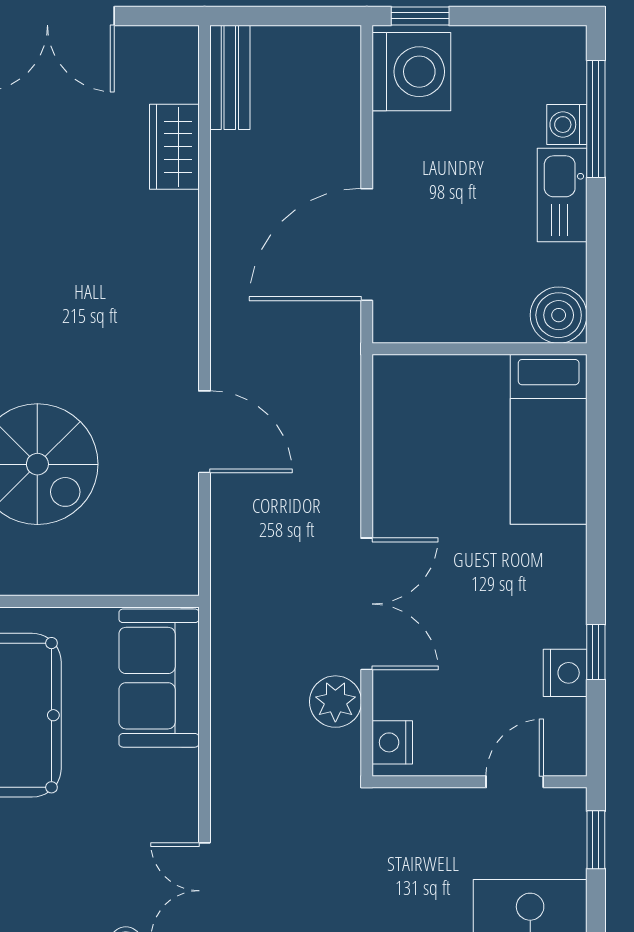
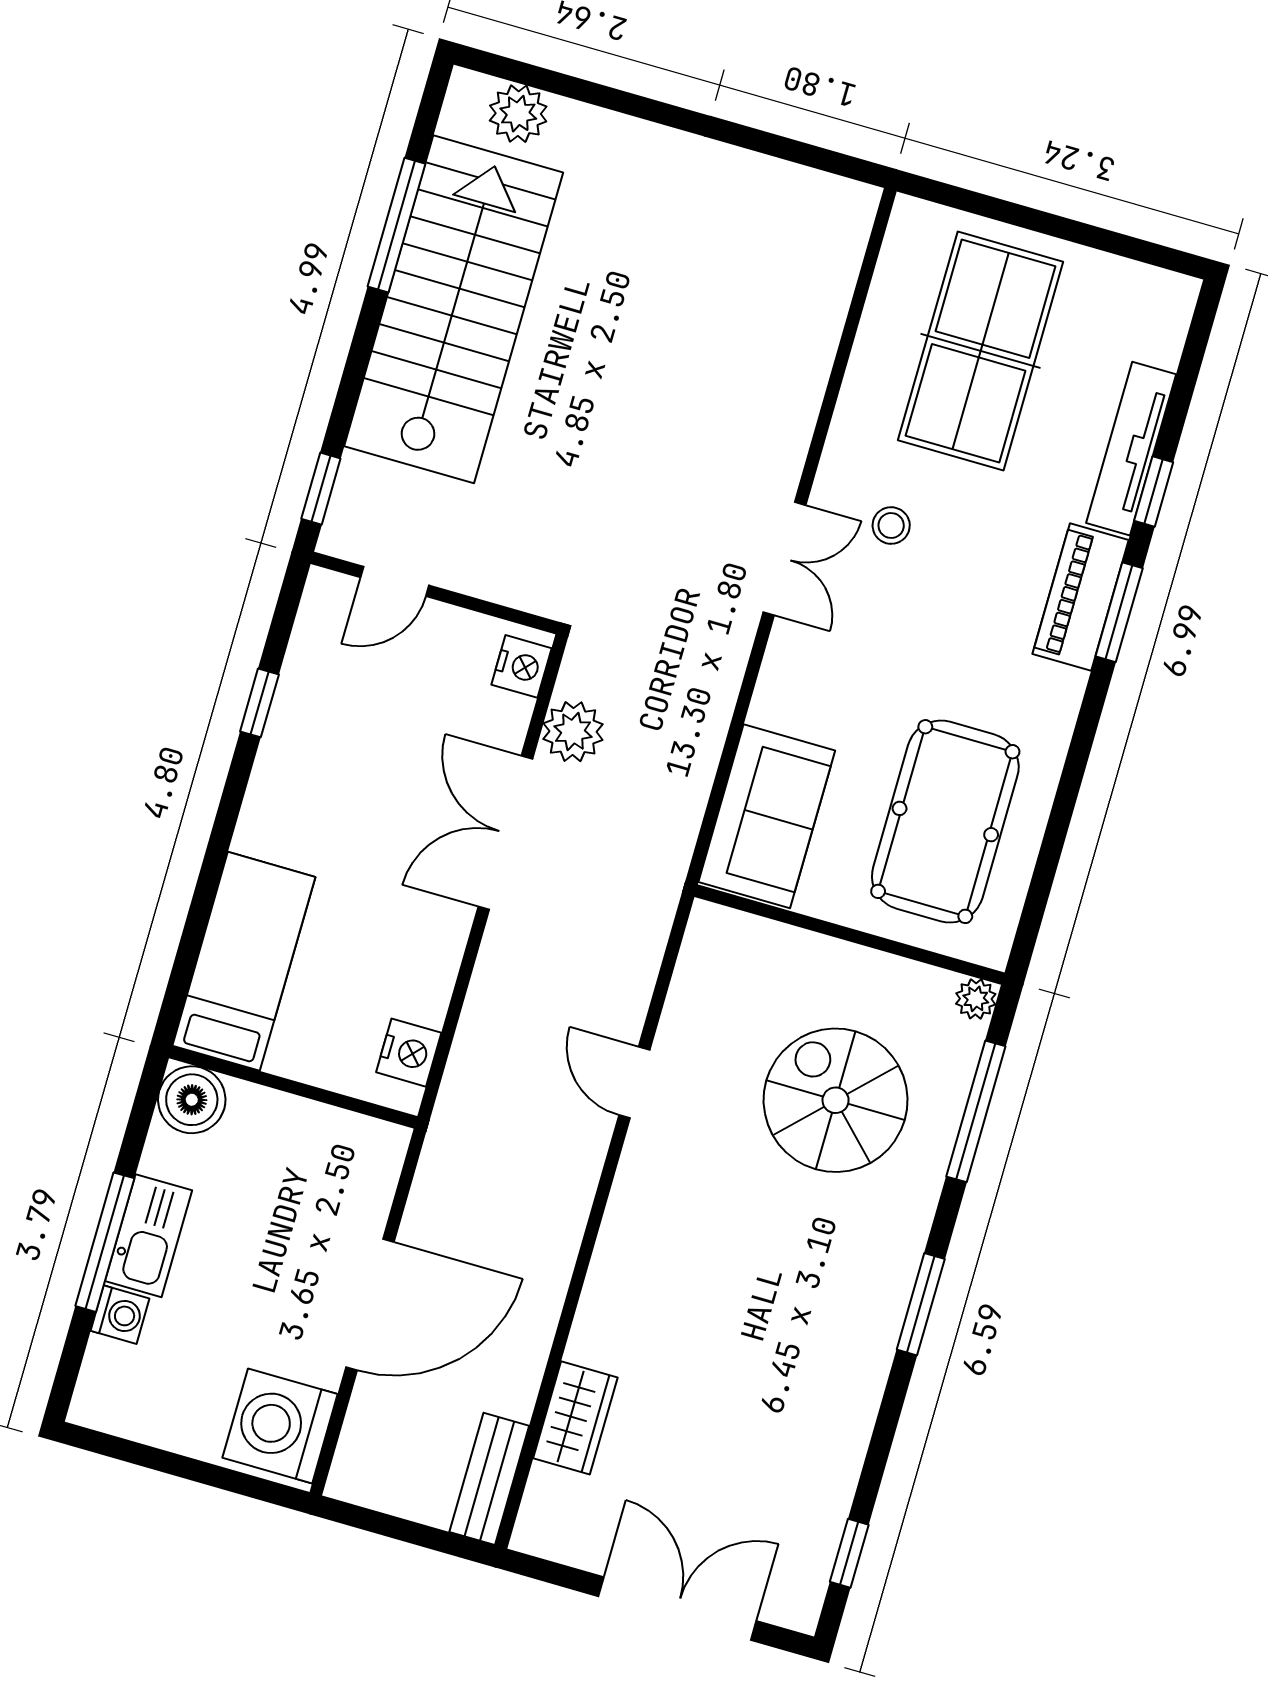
window: (420, 16) -> (252, 1487), removed
window: (596, 119) -> (105, 1242), moved
door: (367, 245) -> (370, 1304), moved
door: (204, 432) -> (634, 1082), width x0.73
nightstand: (565, 673) -> (409, 1053), moved, turned 180

